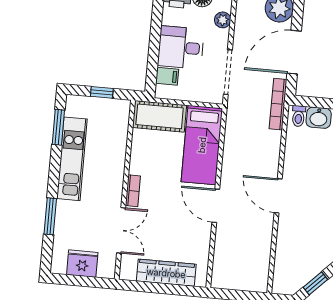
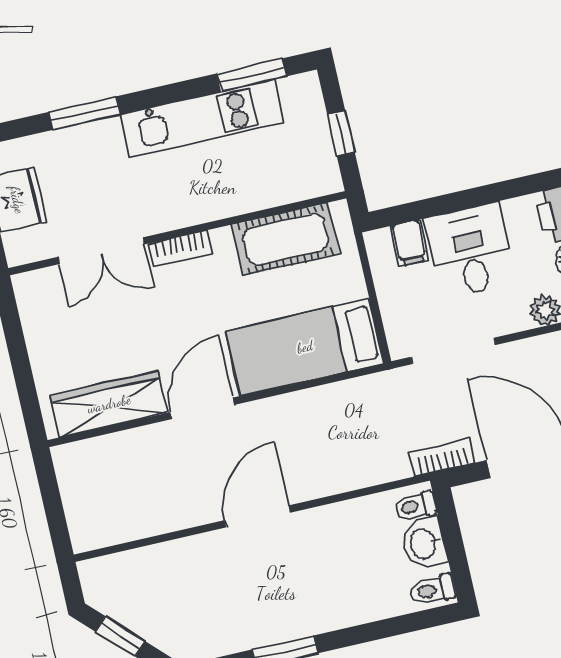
bookcase: (278, 104) -> (442, 458), width x0.64
cot: (160, 116) -> (286, 239), moved, turned 90
wardrobe: (166, 273) -> (109, 404), moved, turned -90

